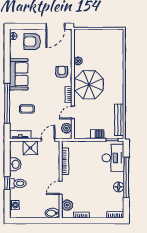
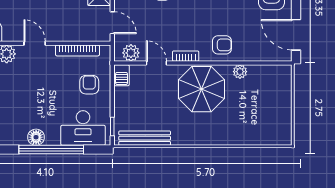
barbecue: (97, 134) -> (122, 75), moved
armchair: (86, 154) -> (89, 85), added

